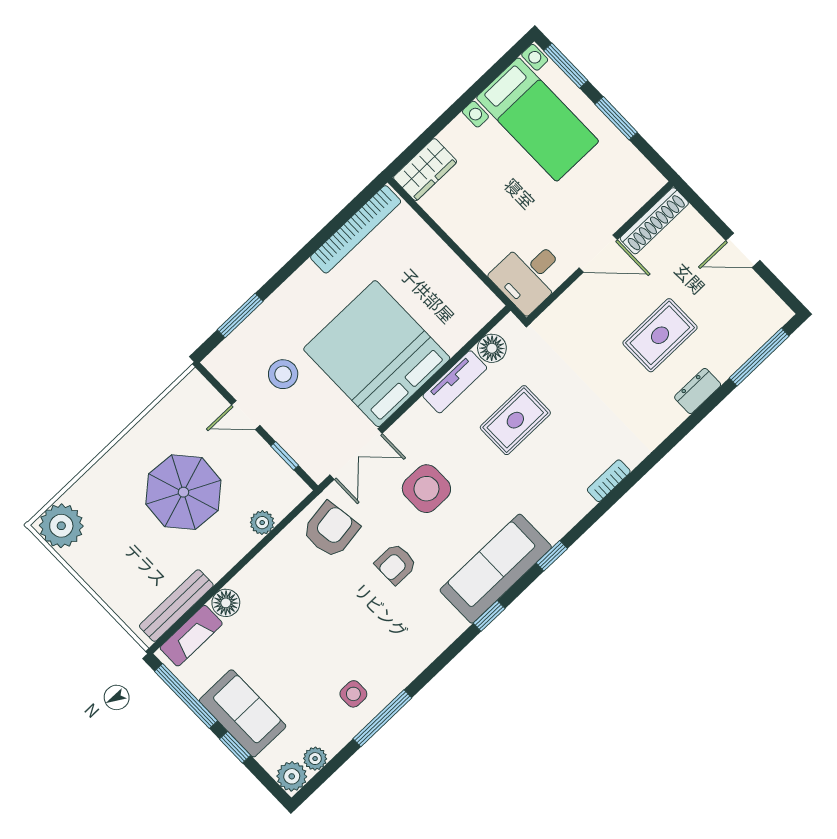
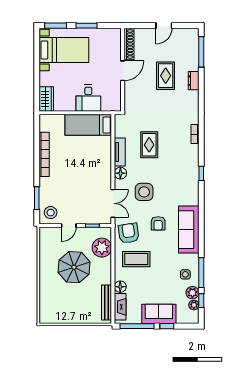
bookcase: (356, 229) -> (44, 154), moved
desk: (529, 275) -> (88, 98), moved
floor lamp: (492, 348) -> (120, 173), moved
bed: (377, 354) -> (88, 125), moved, width x0.49
stool: (283, 374) -> (51, 213), moved
plant: (262, 523) -> (102, 248), width x1.88, depth x1.88
plant: (61, 526) -> (48, 314), removed
sofa: (496, 569) -> (189, 230), moved
coffee table: (299, 585) -> (136, 259), added
window: (489, 616) -> (201, 301), moved
plant: (292, 776) -> (192, 293), moved

